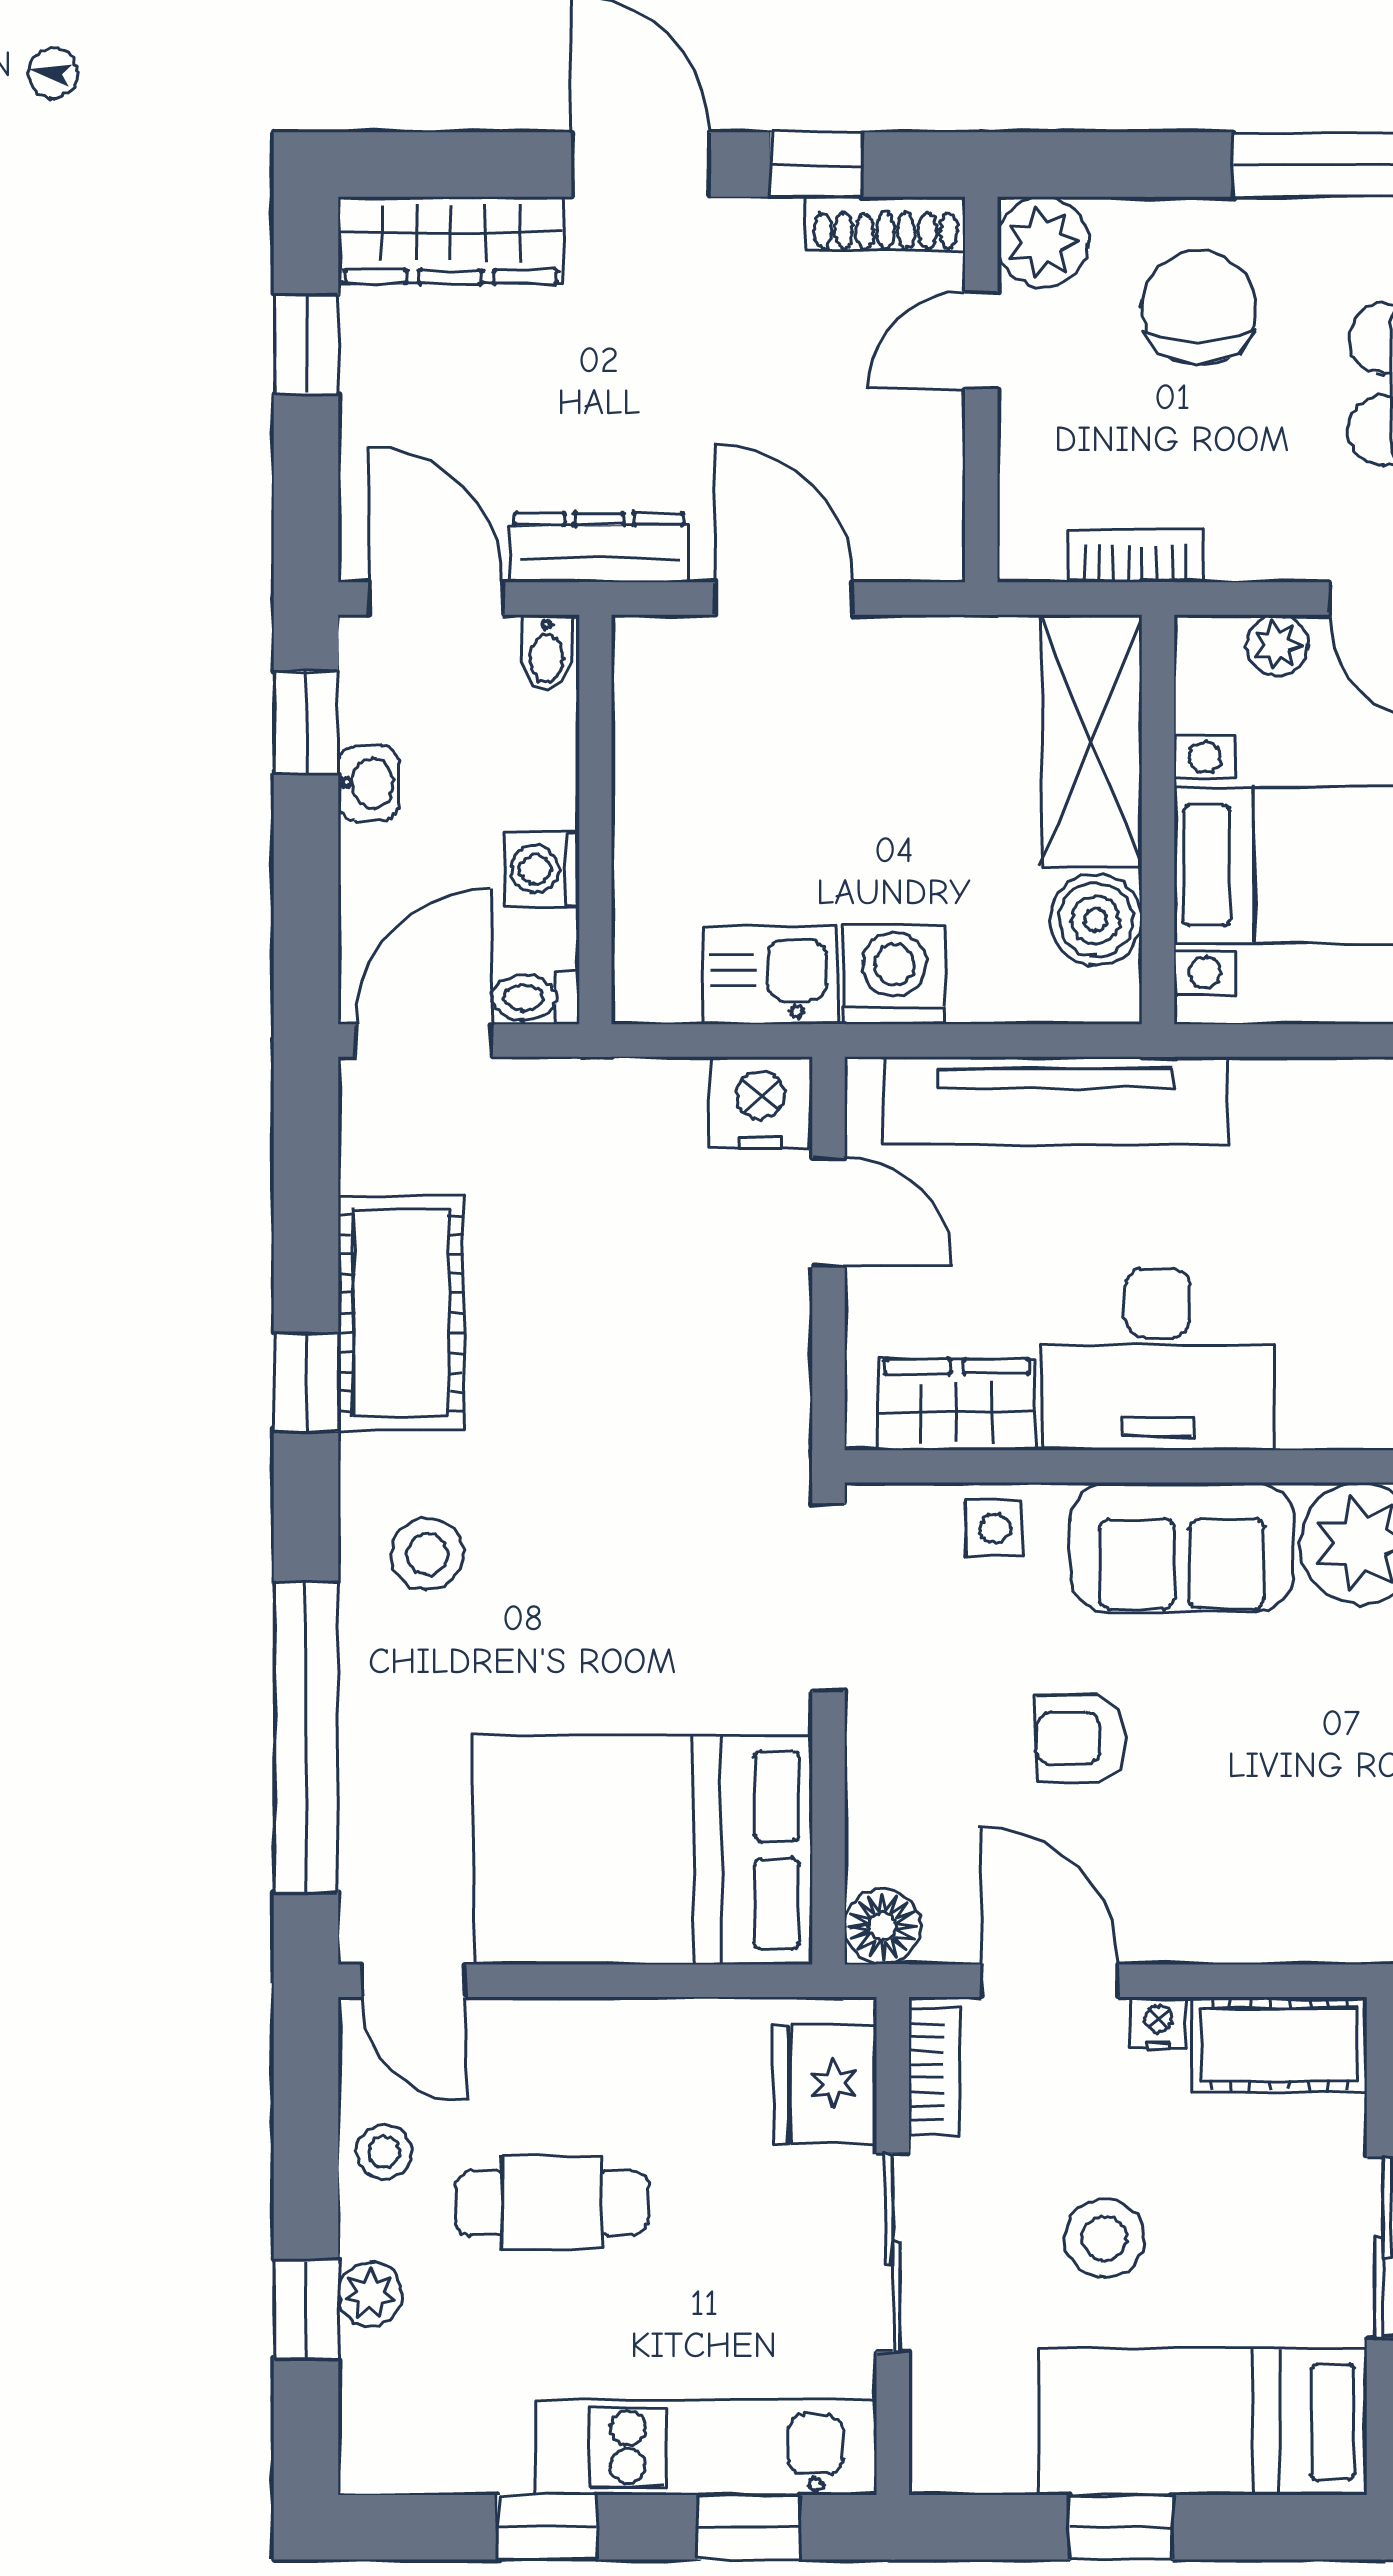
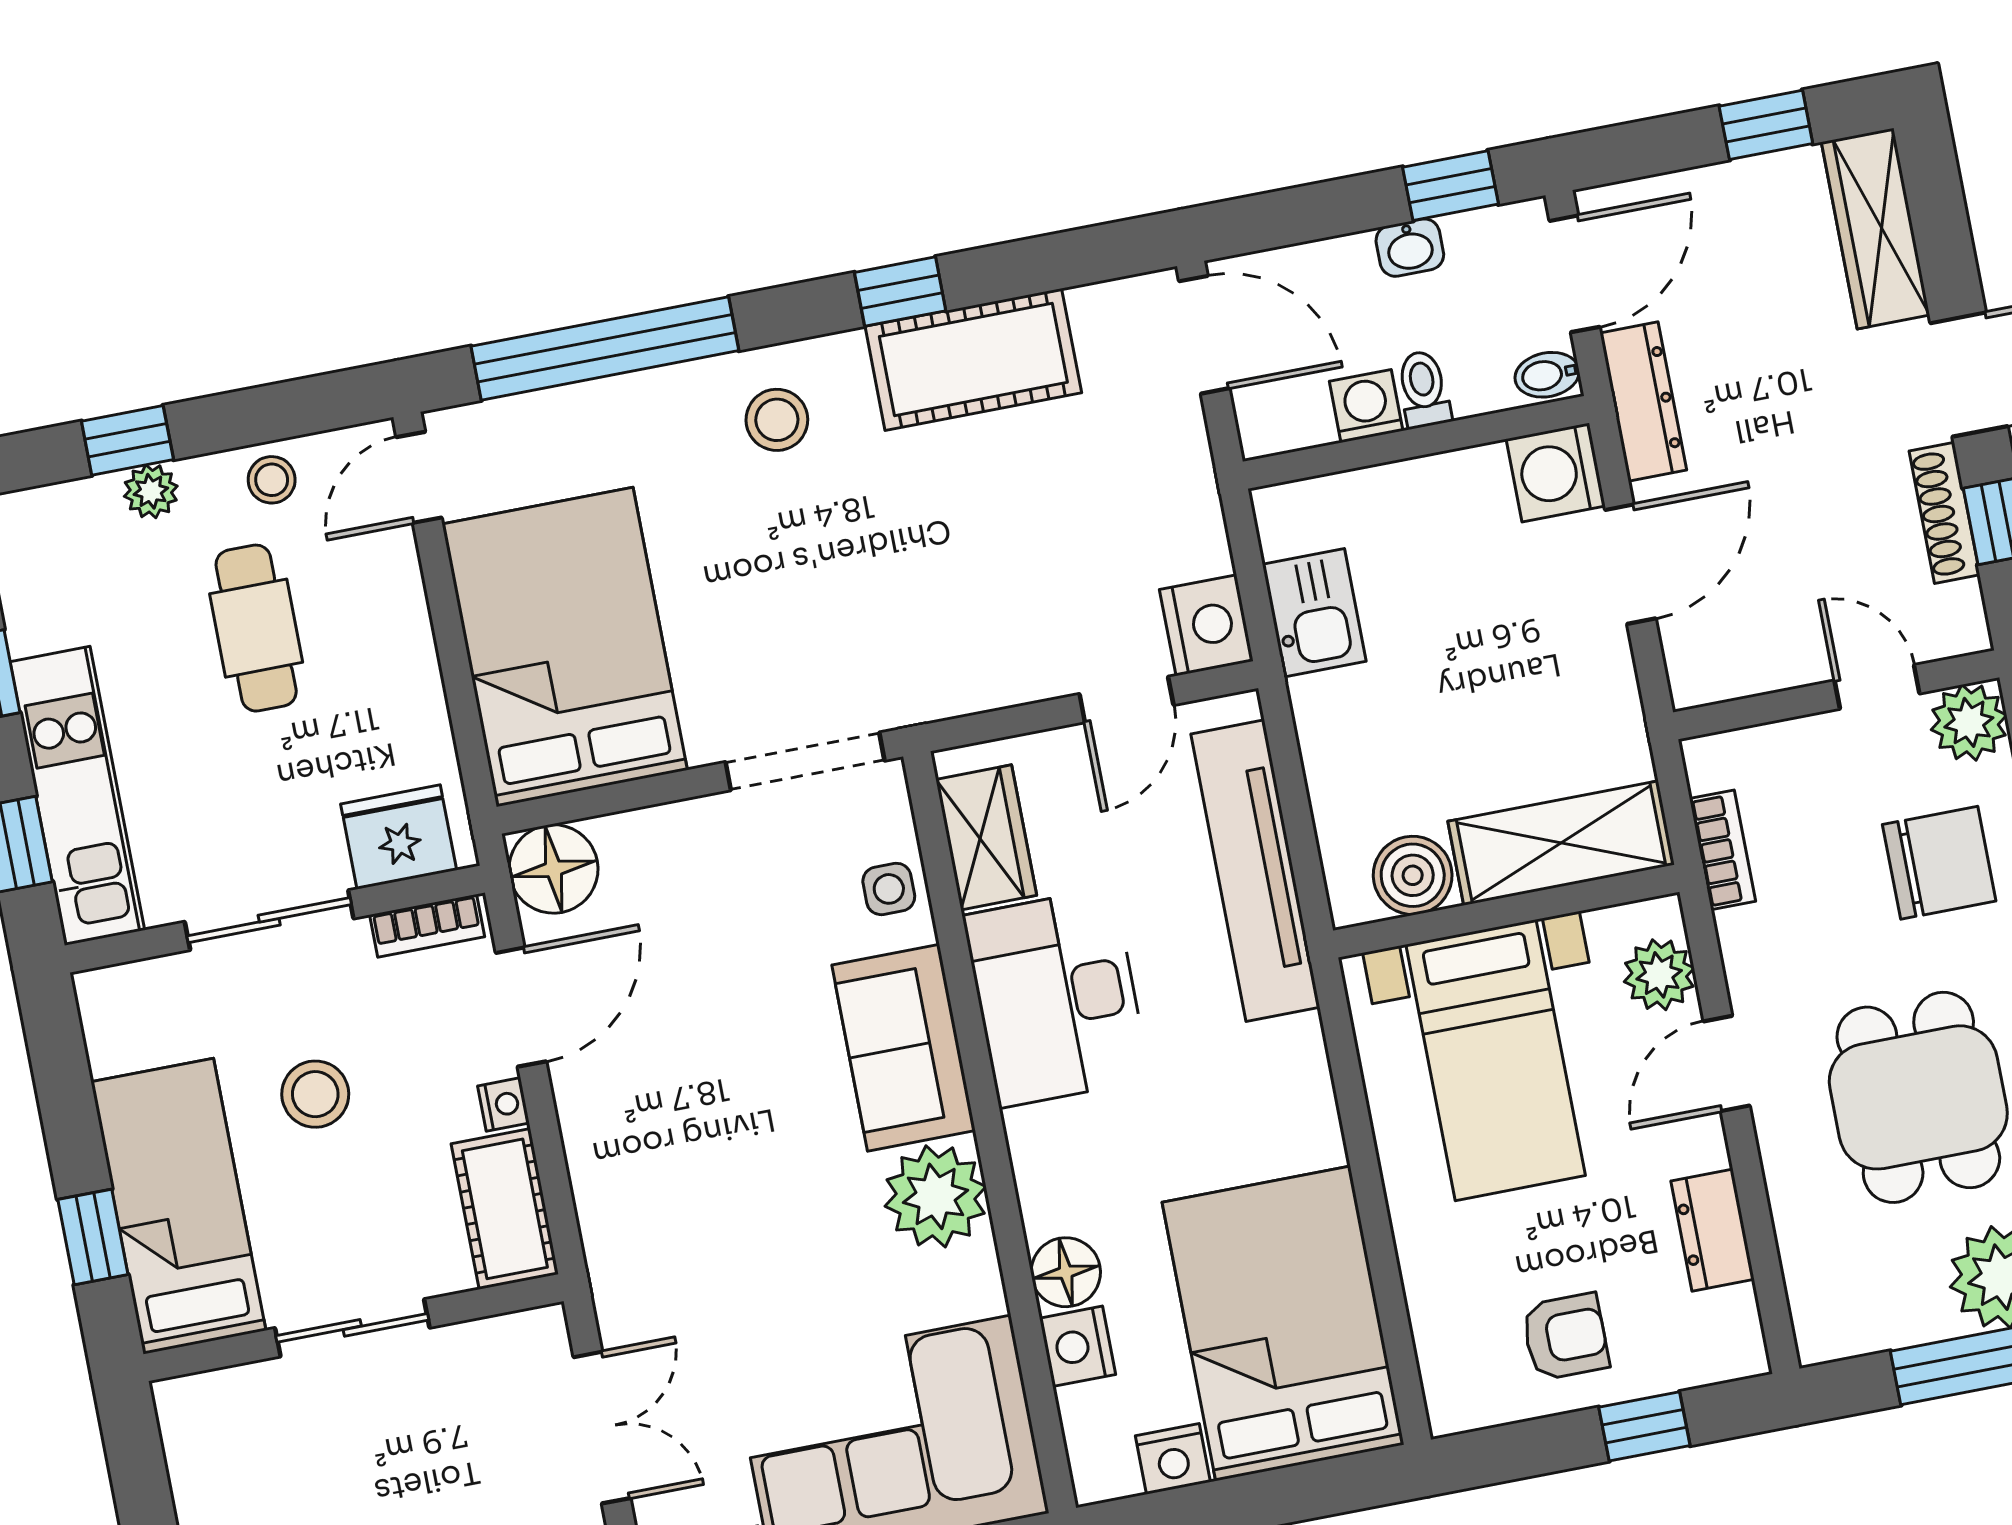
shoe rack: (885, 224) -> (1944, 513), moved
plant: (1277, 645) -> (1659, 975), width x1.38, depth x1.38
washing machine: (894, 974) -> (1556, 472), moved, turned 180
toilet: (536, 998) -> (1424, 389), moved
armchair: (1081, 1738) -> (728, 994), removed
floor lamp: (883, 1927) -> (554, 869), width x1.38, depth x1.38
window: (1121, 2527) -> (93, 1237), moved

